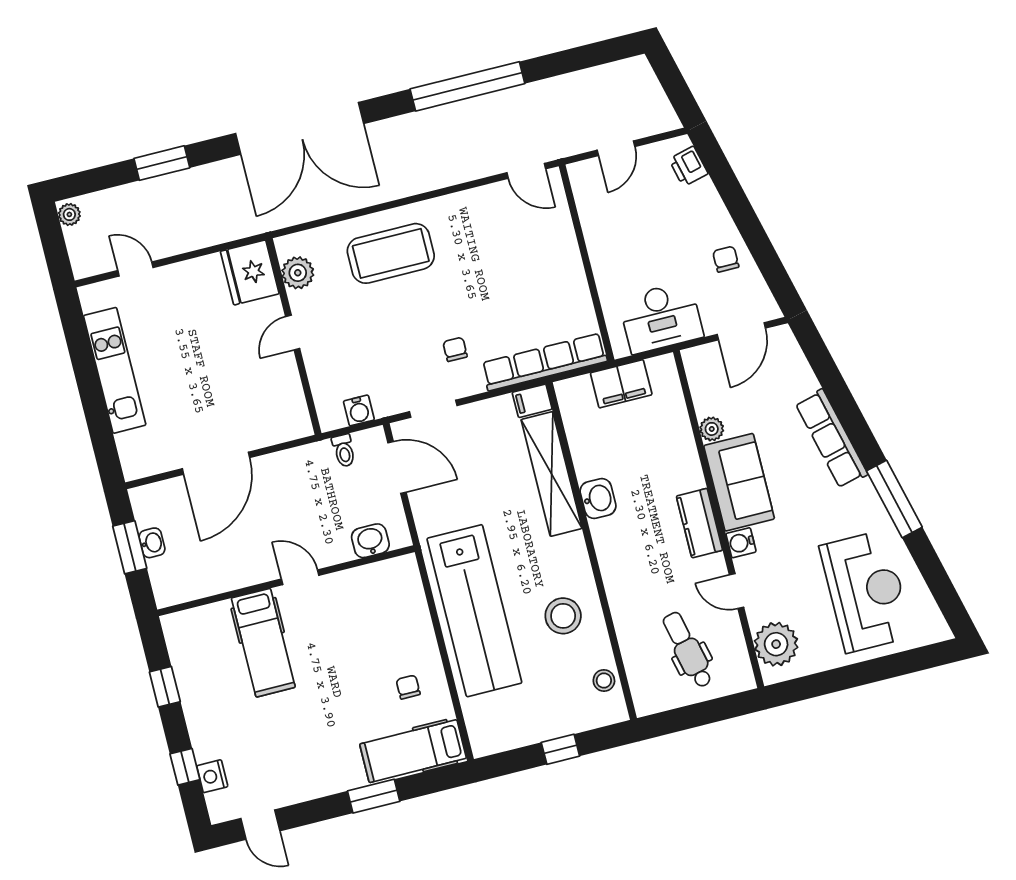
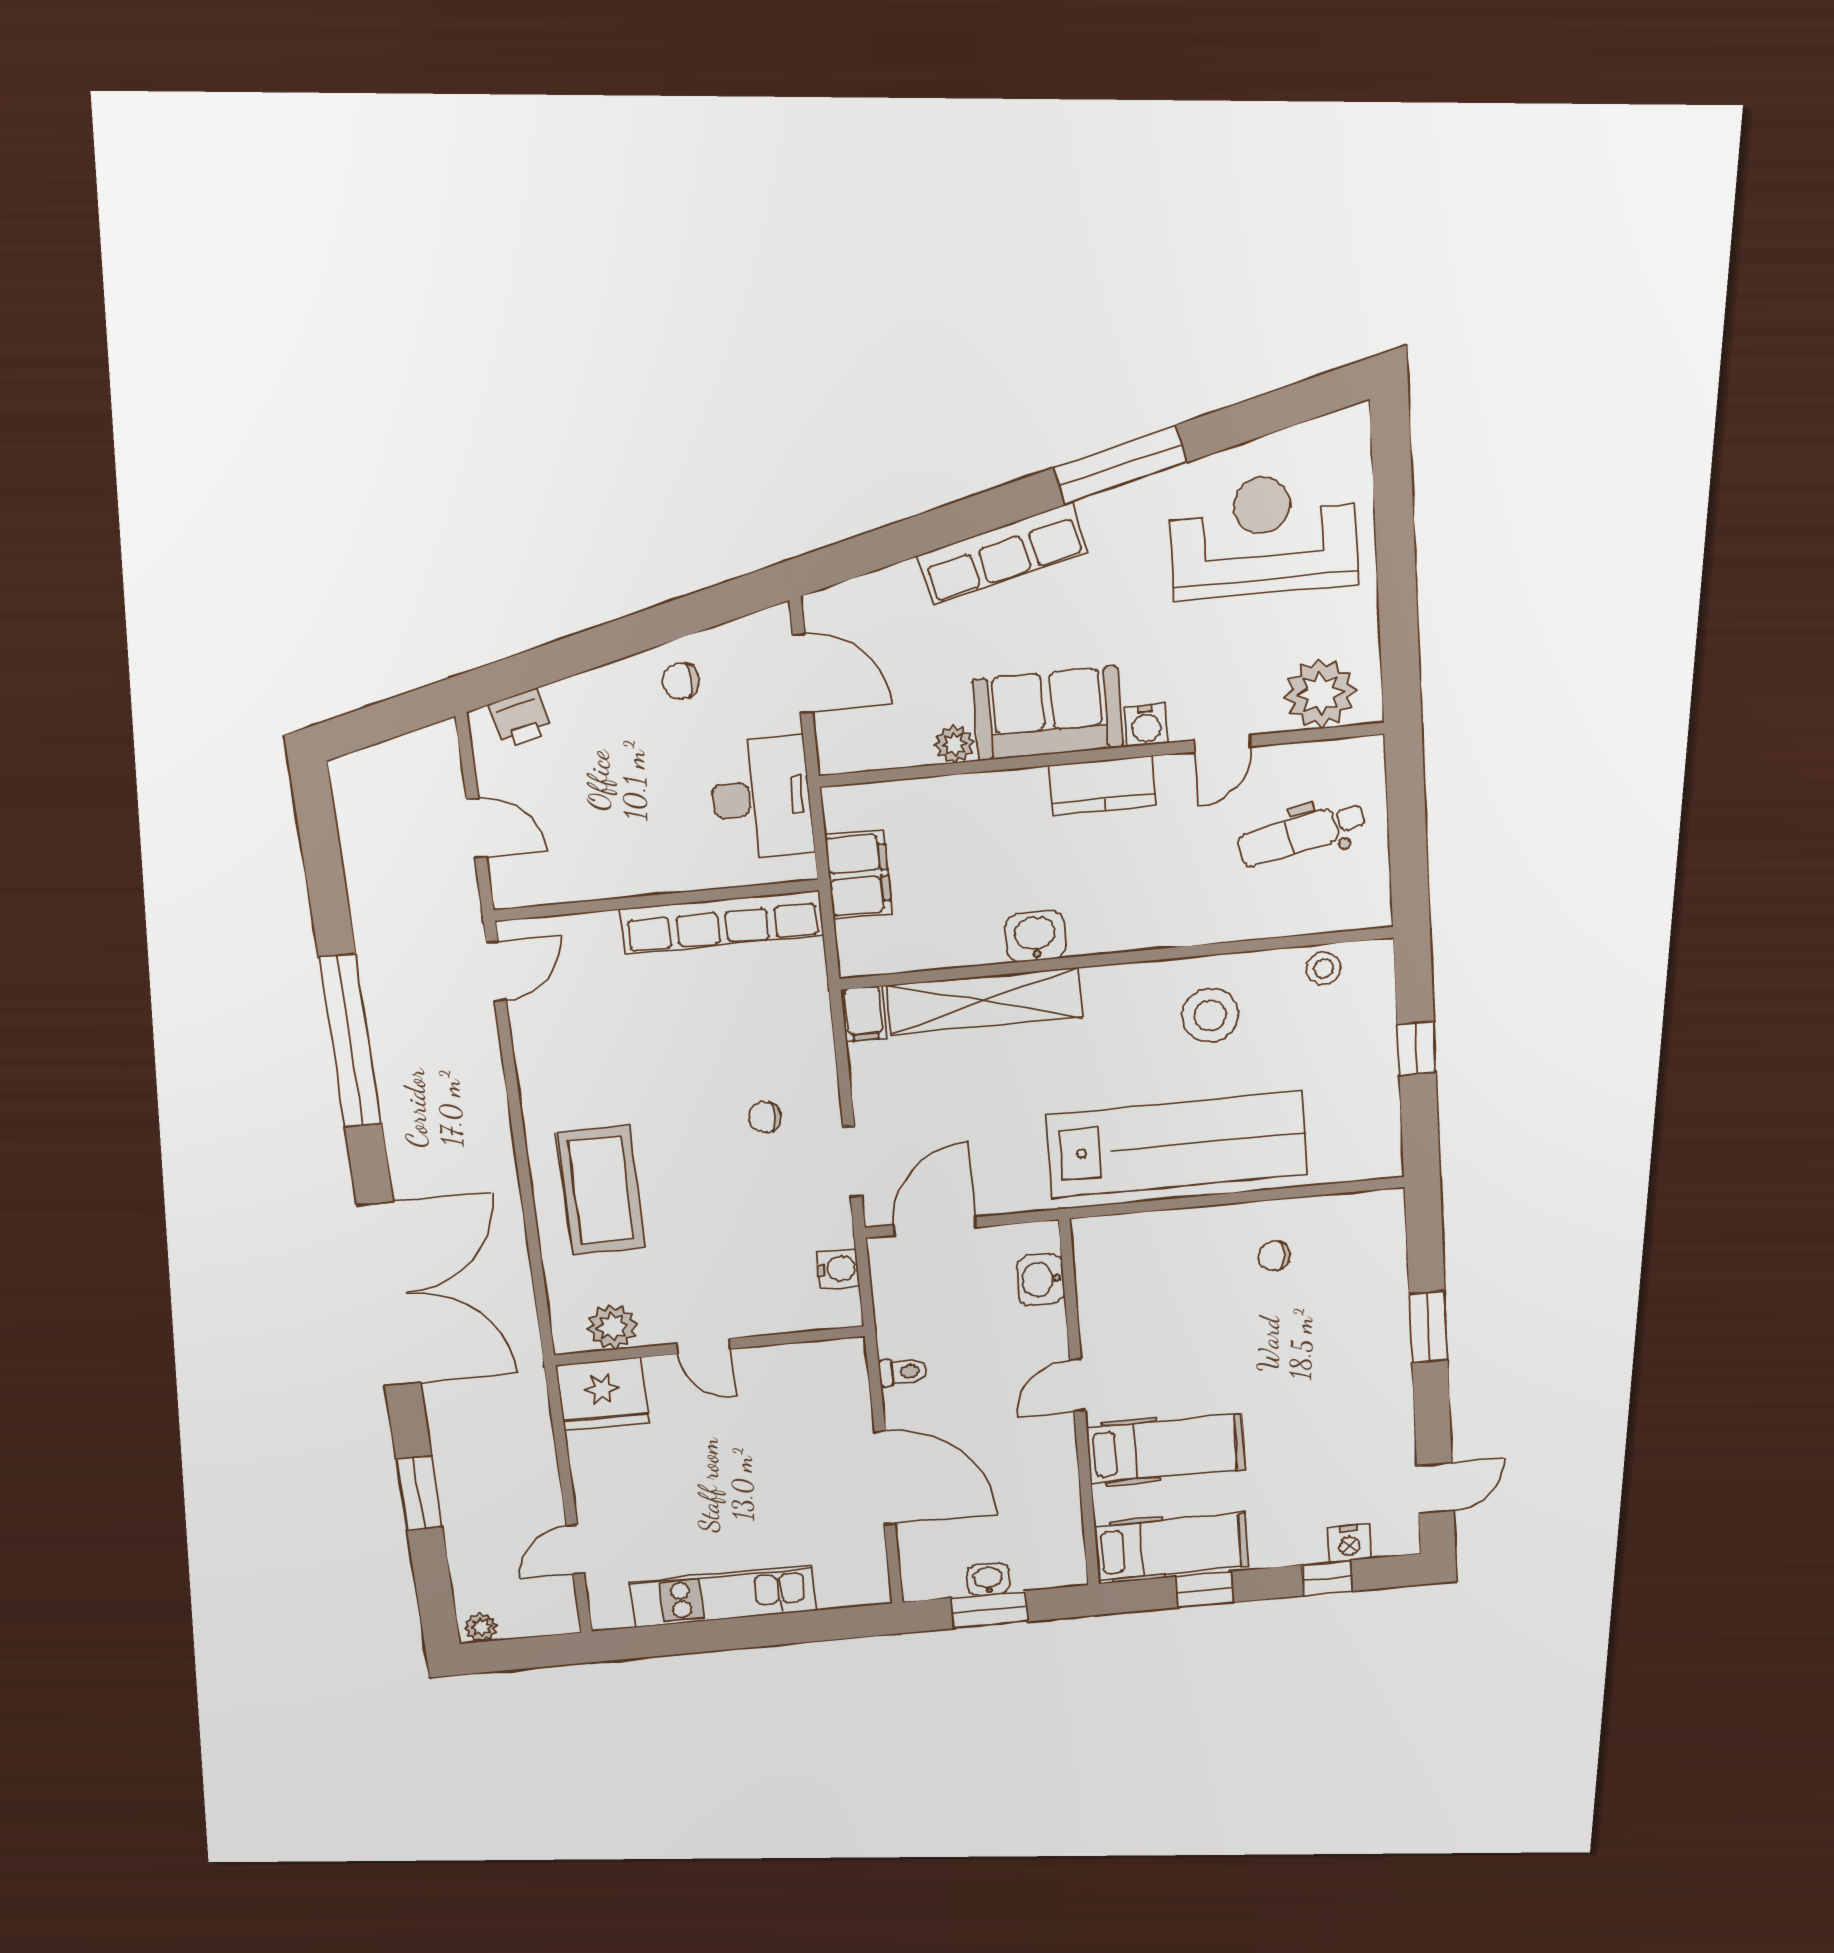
row of seats: (544, 362) -> (722, 922), moved, turned -90
toilet: (344, 451) -> (903, 1372), moved
hospital bed: (413, 751) -> (1172, 1547), moved, turned -90

